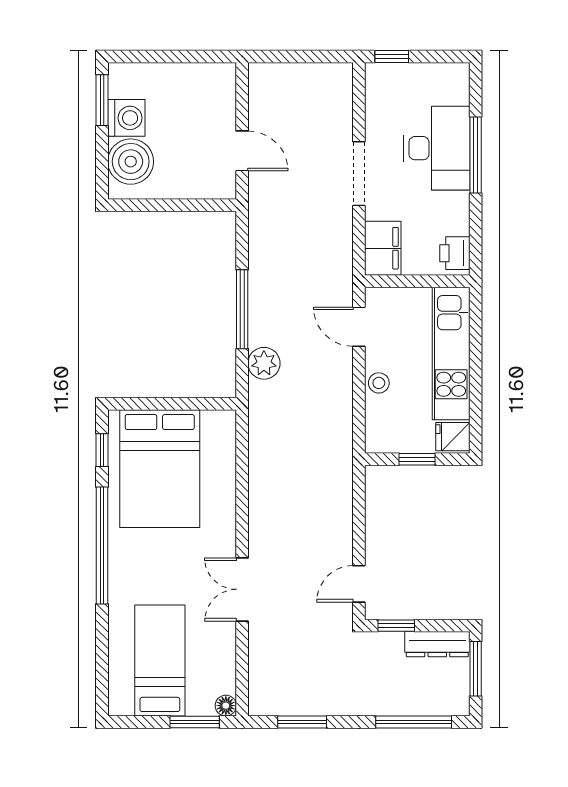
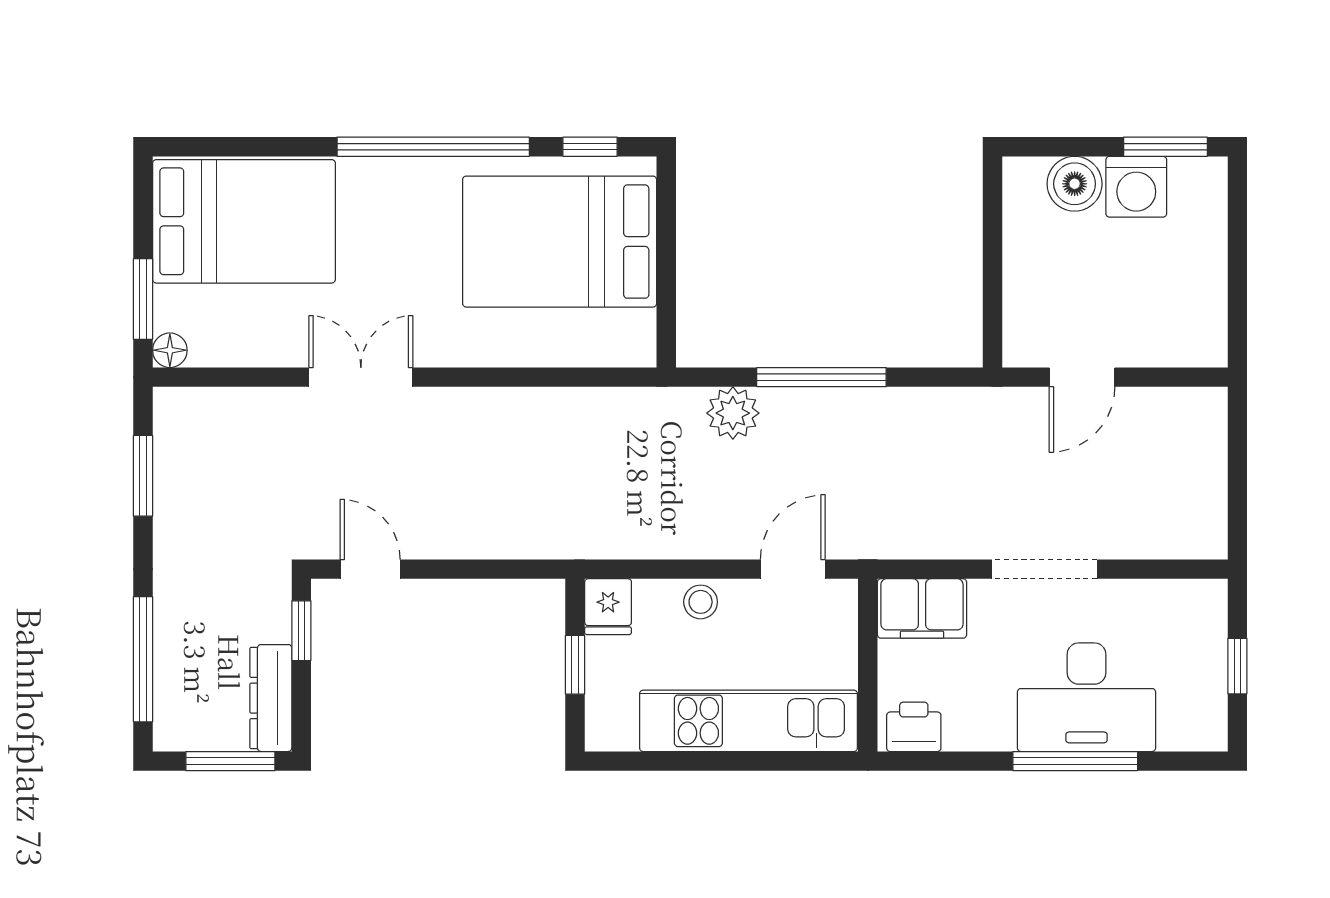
window: (392, 56) -> (1237, 666), moved
boiler: (131, 162) -> (1075, 184), width x0.73, depth x0.73
fridge: (453, 437) -> (608, 607), moved, turned 180
bed: (160, 661) -> (244, 221), width x1.50

